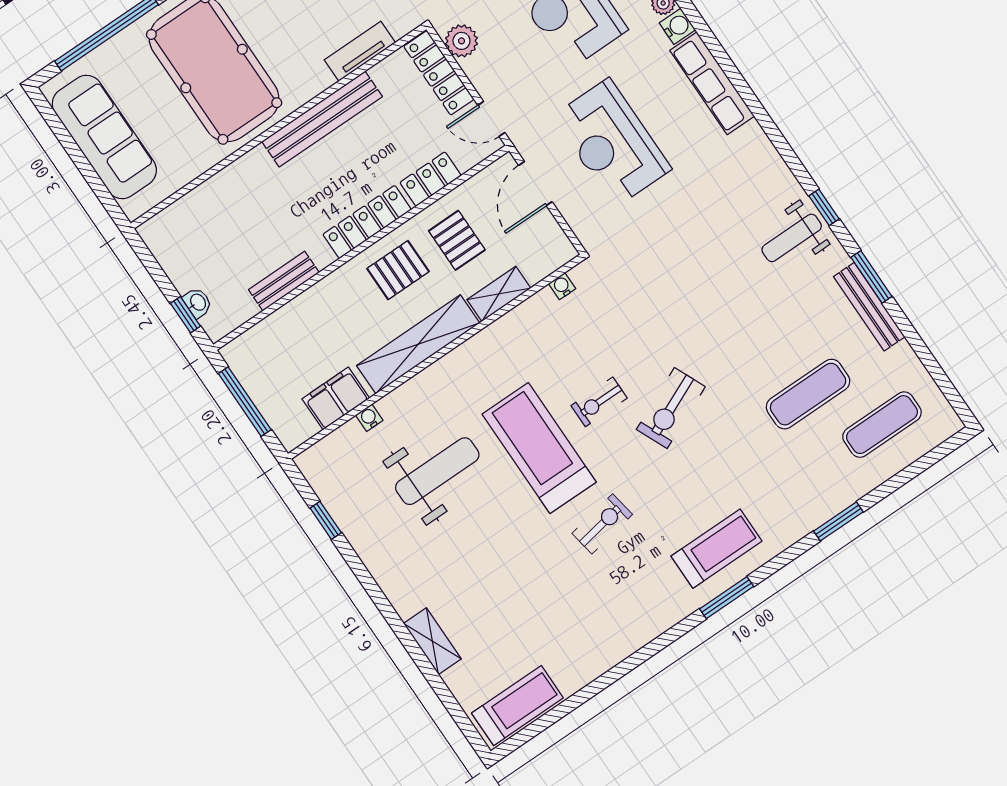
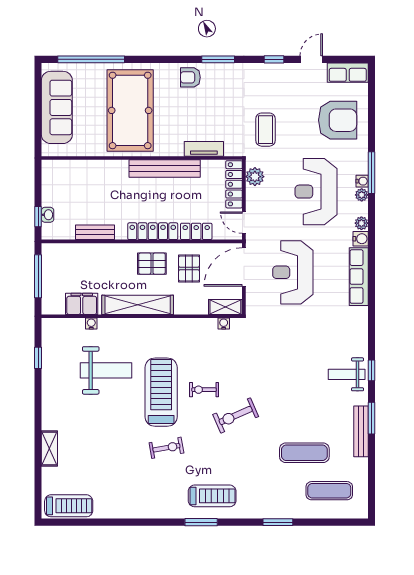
door: (535, 183) -> (244, 267), width x1.36
shelving: (499, 294) -> (225, 307), moved

